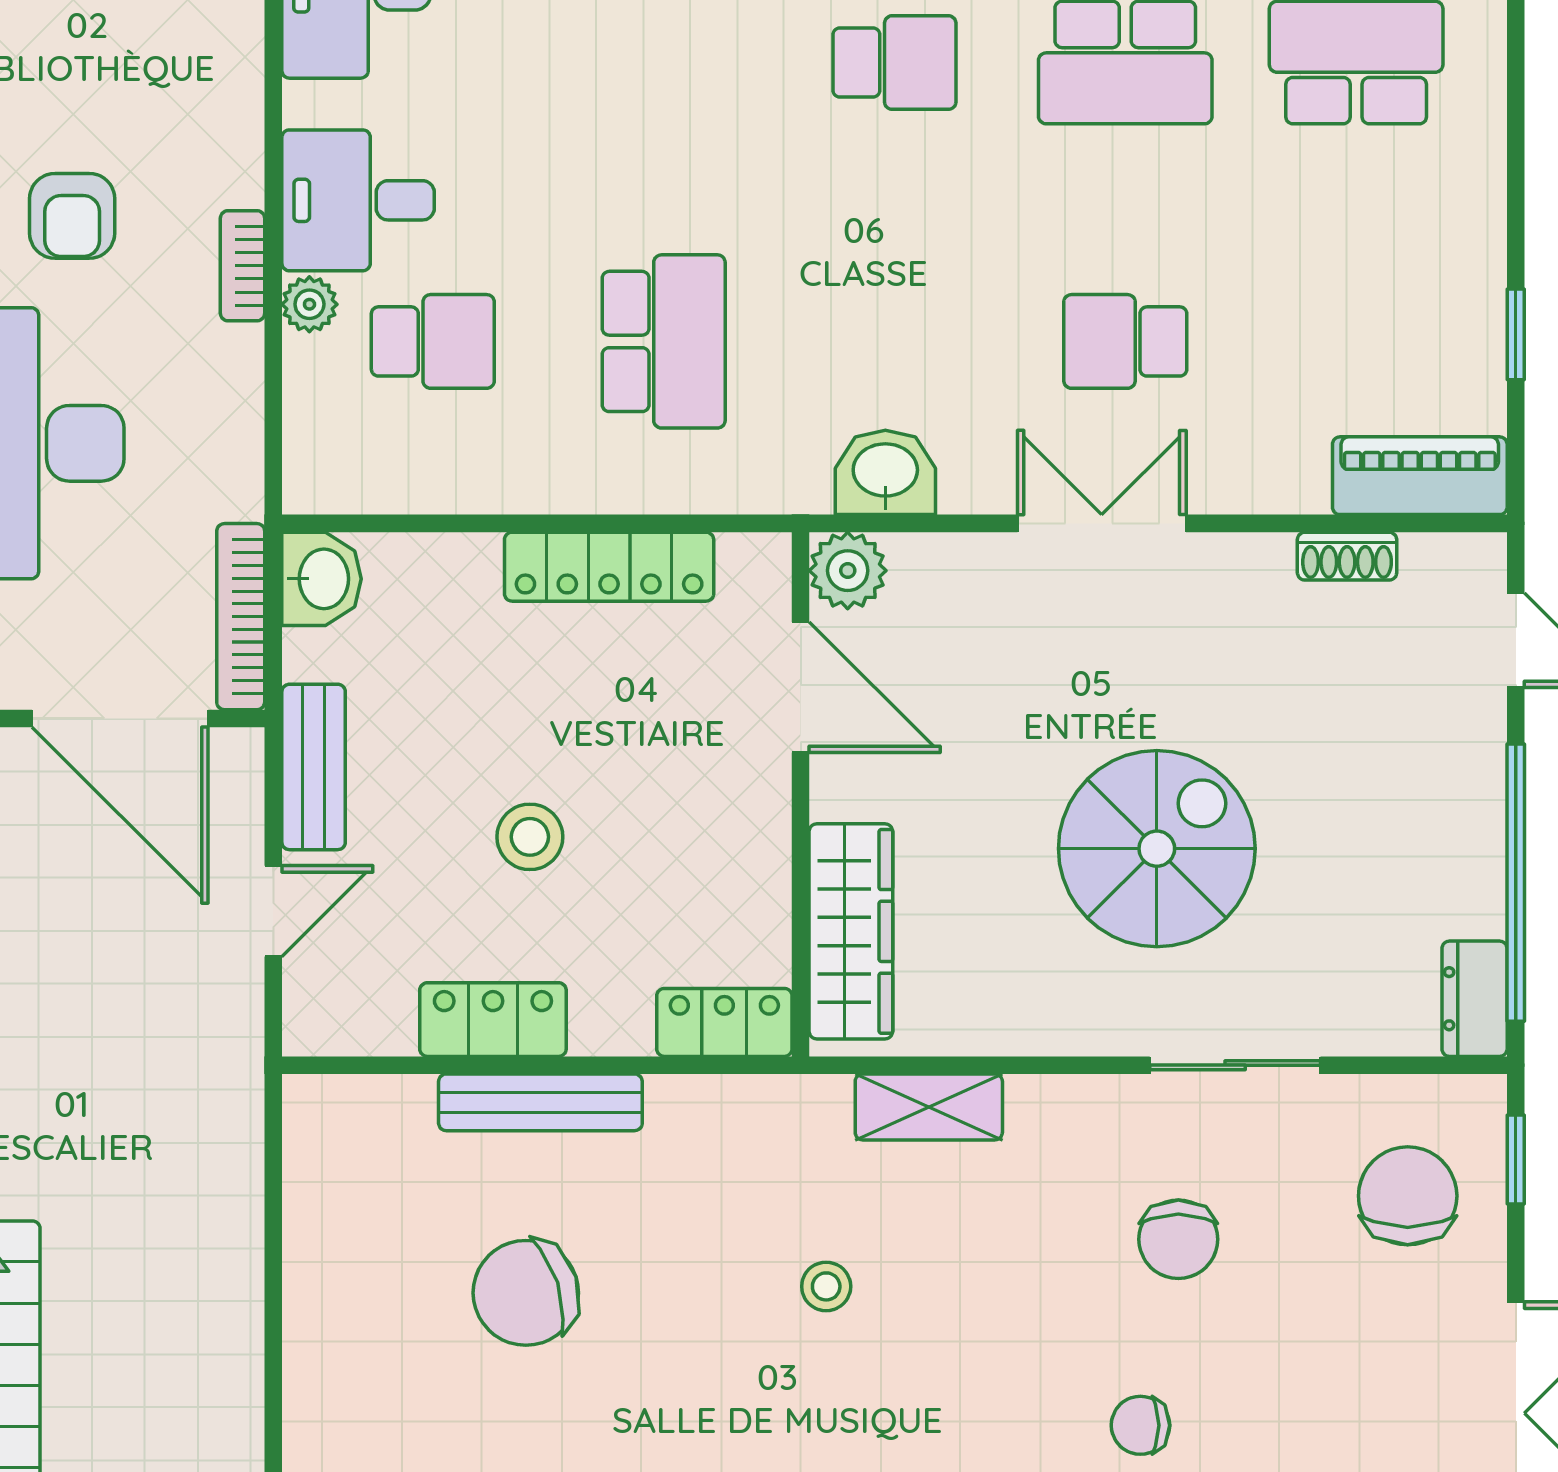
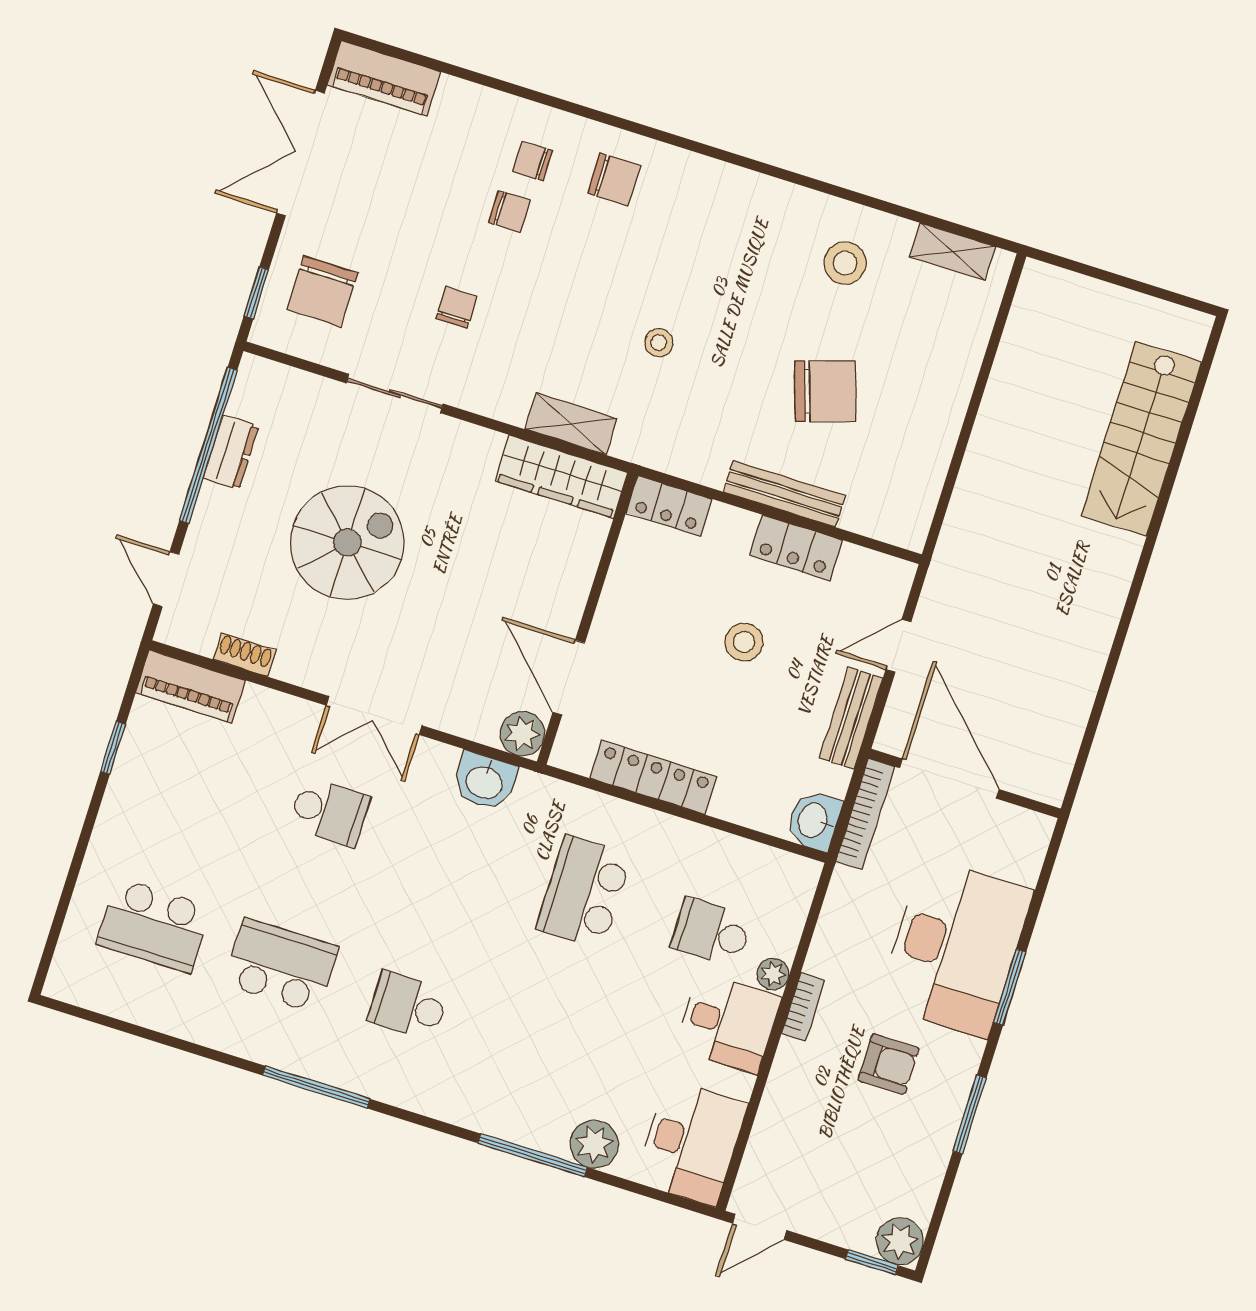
armchair: (72, 216) -> (888, 1064), turned 90
spiral stairs: (1157, 849) -> (347, 542), moved, turned 180
wardrobe: (851, 931) -> (561, 477), moved, turned -90
dresser: (1475, 999) -> (231, 452), moved
chair: (1178, 1239) -> (456, 307), width x0.73, depth x0.73

